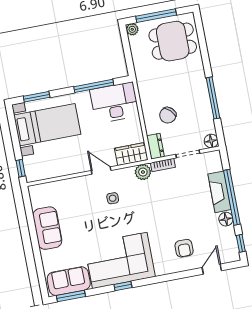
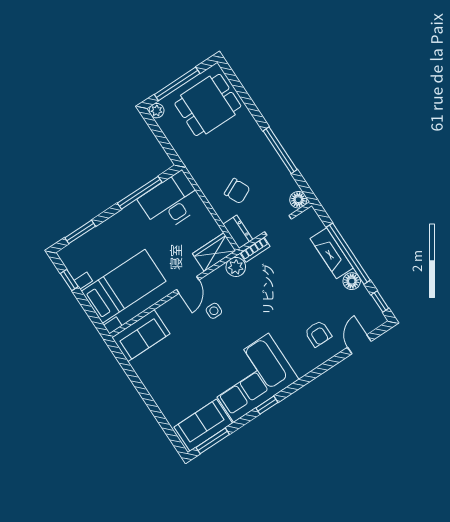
chair: (168, 115) -> (237, 191), turned -69
bed with nightstands: (47, 125) -> (124, 286), moved
window: (21, 168) -> (69, 280), moved
door: (101, 170) -> (188, 285), swing flipped
sofa: (47, 228) -> (141, 336), moved, turned 90

